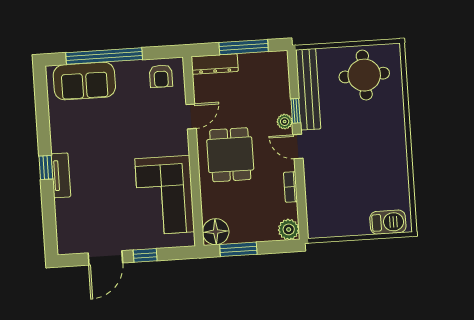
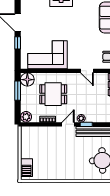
dining table: (230, 155) -> (53, 94), moved

